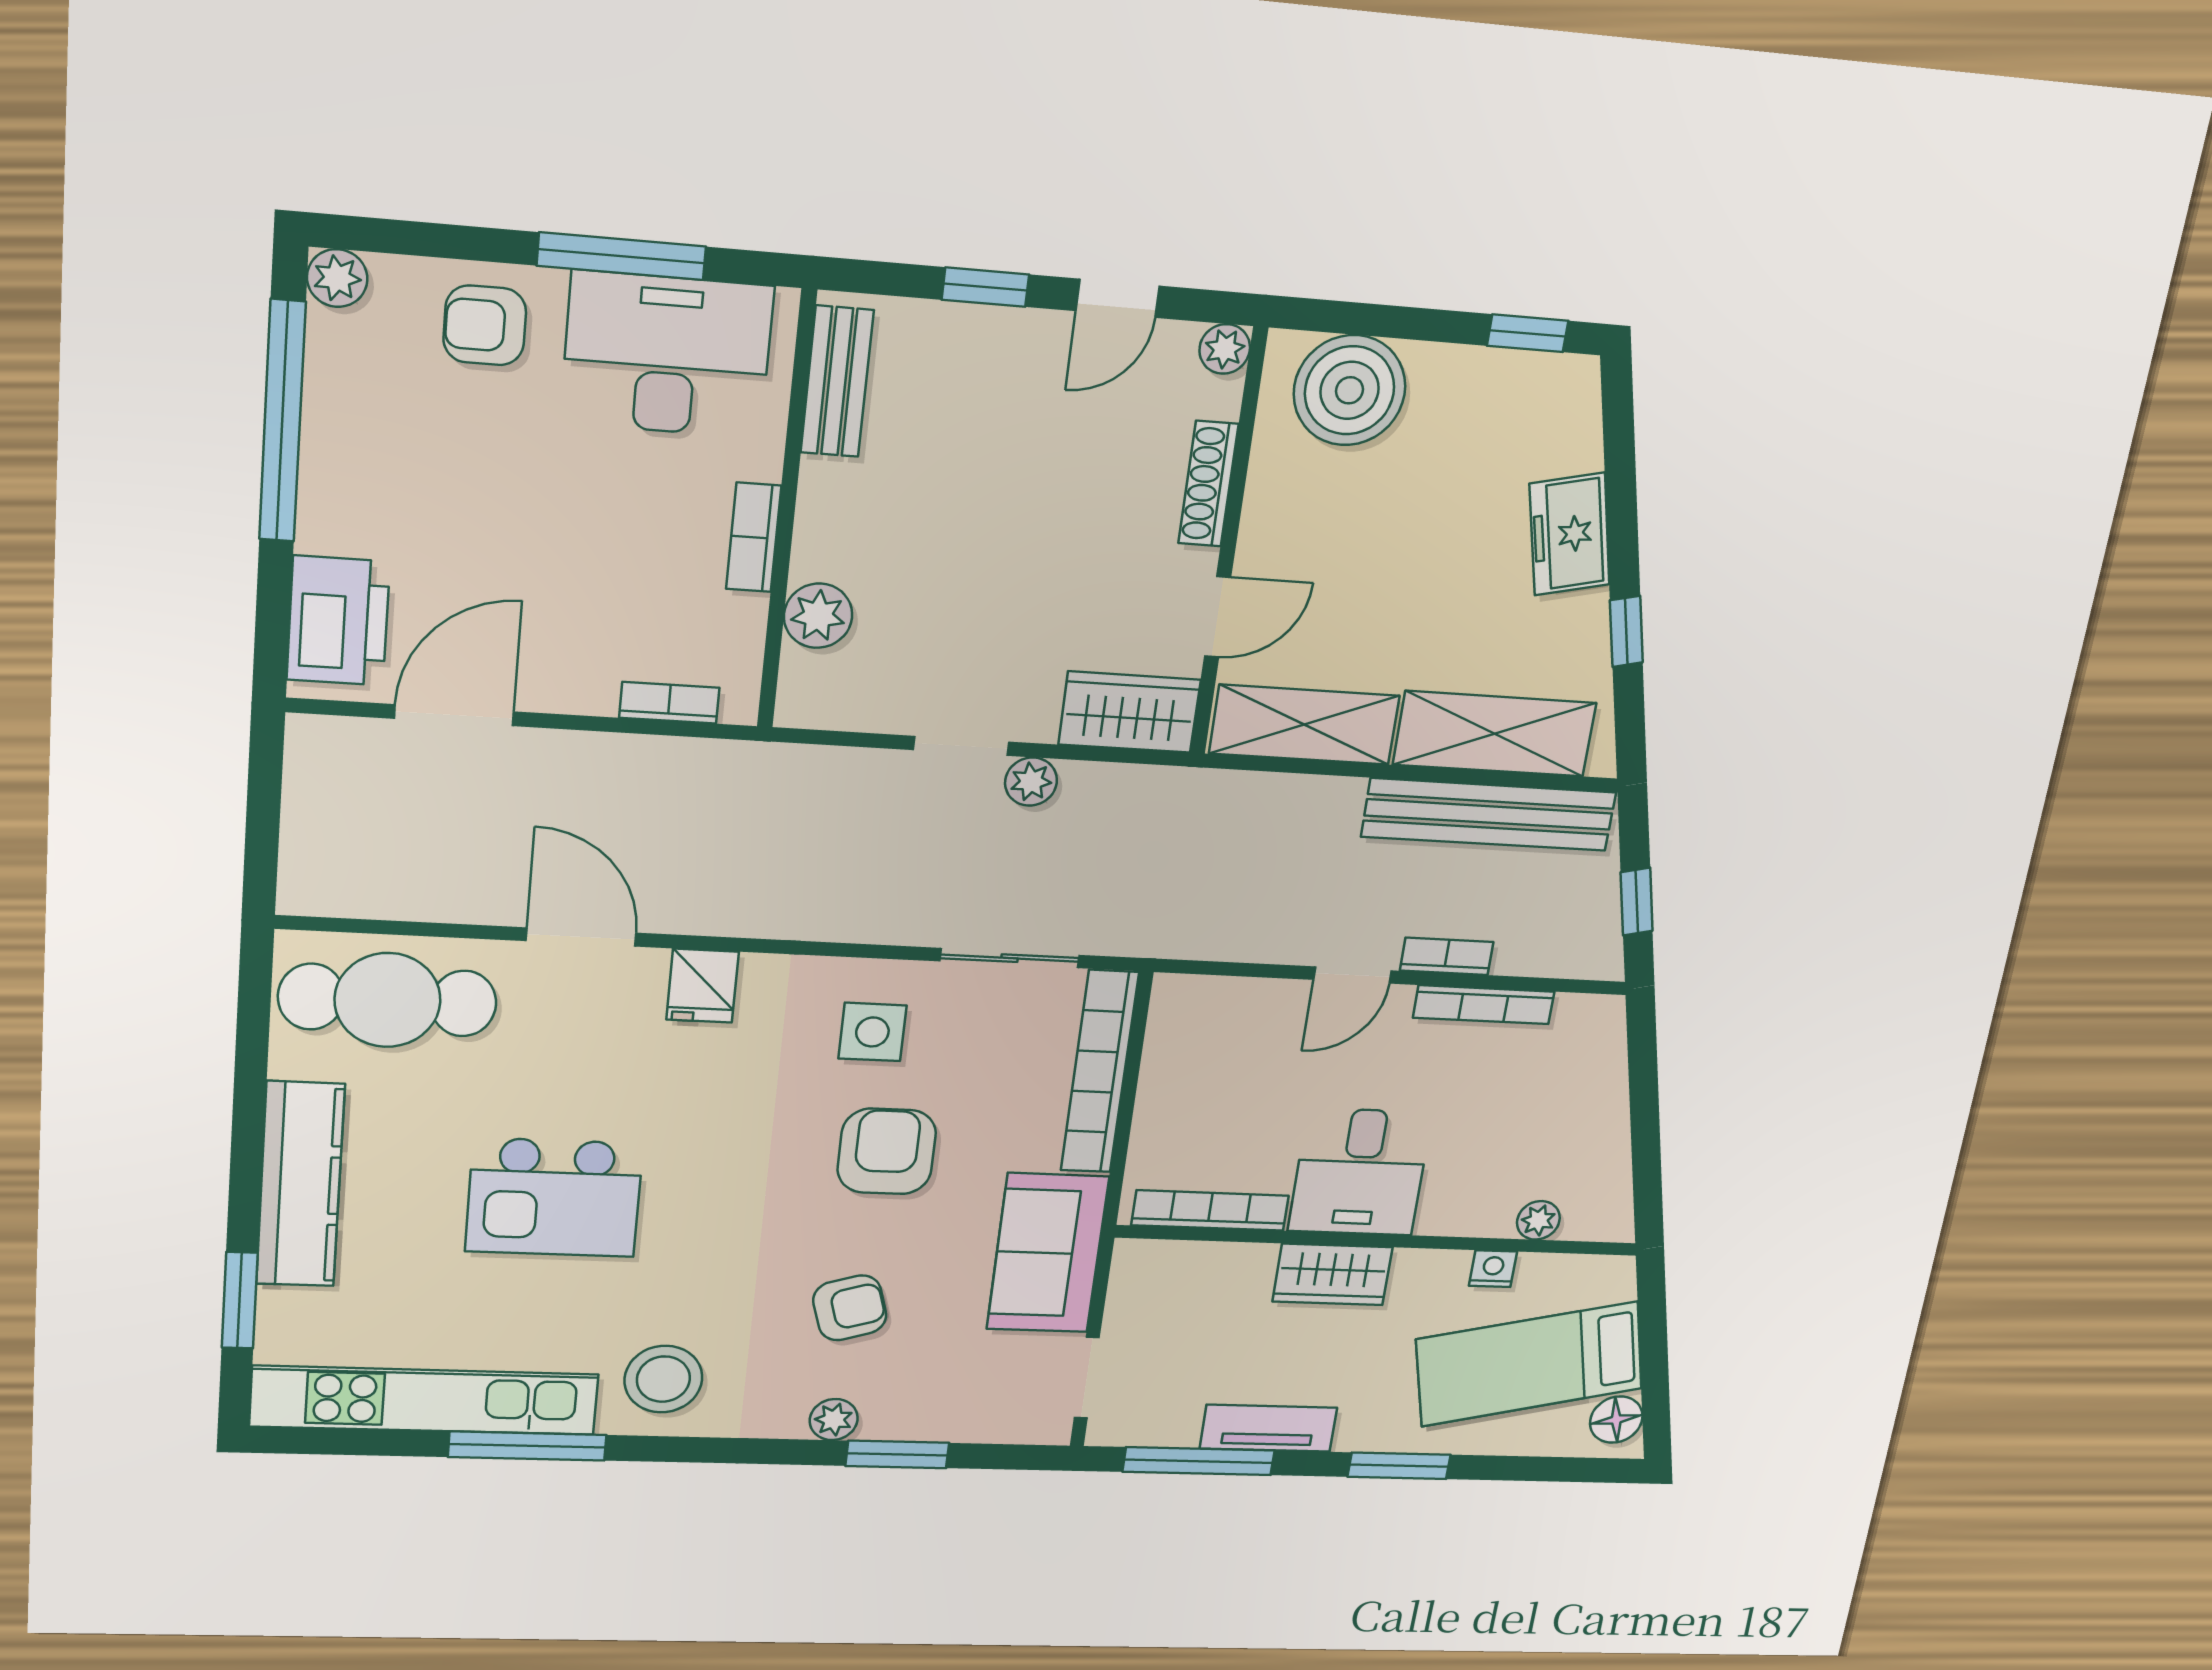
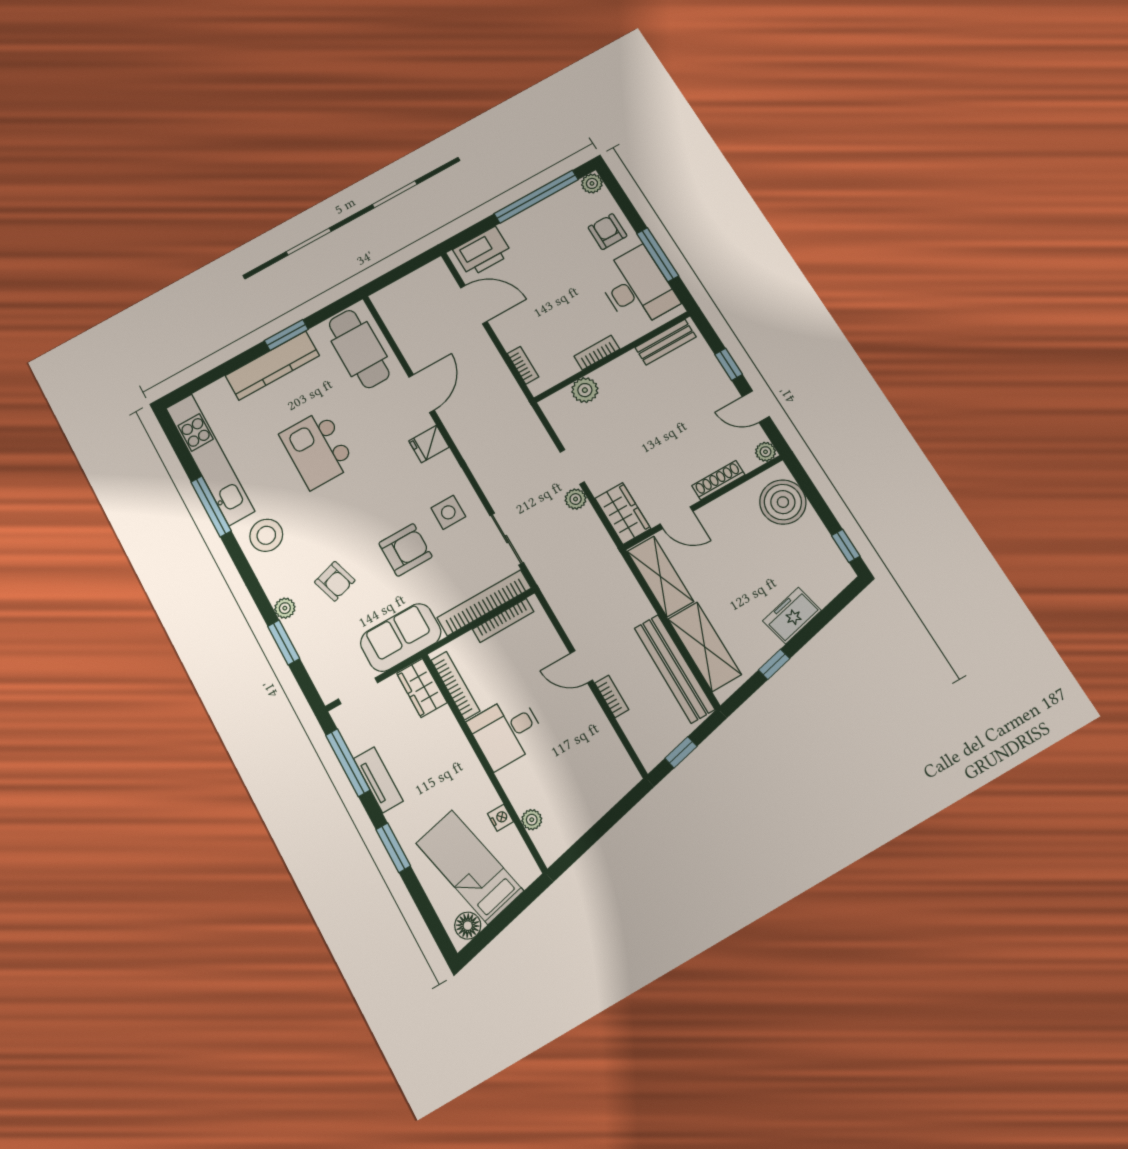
bookcase: (1484, 1005) -> (503, 620), moved, turned -90
wardrobe: (1332, 1274) -> (422, 688), moved
window: (240, 1300) -> (286, 335), moved

